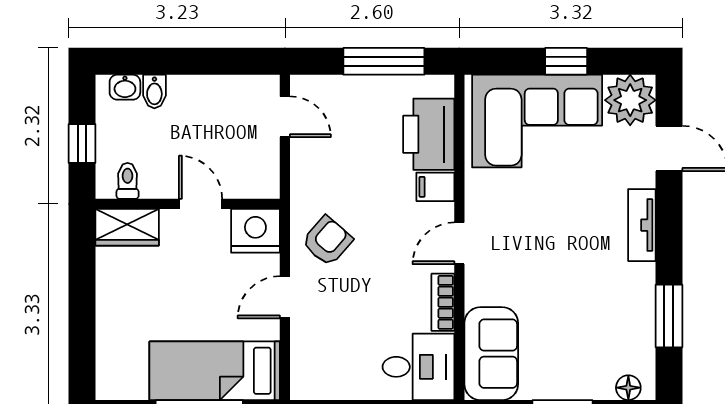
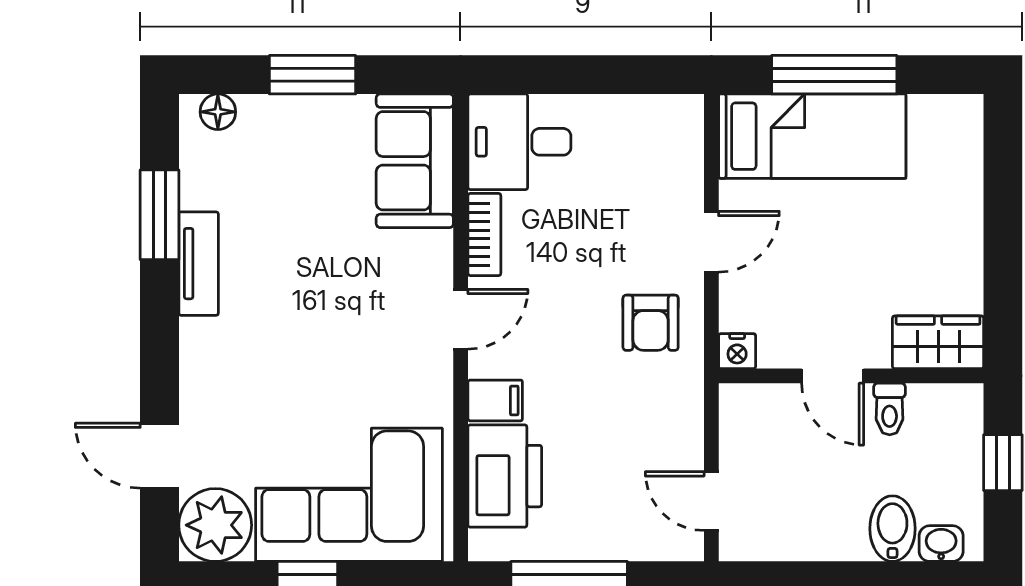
bidet: (154, 92) -> (892, 529), width x1.38, depth x1.36
toilet: (128, 181) -> (890, 409), moved
tv unit: (642, 225) -> (199, 264), moved
nightstand: (255, 231) -> (737, 351), width x0.53, depth x0.56
armchair: (327, 241) -> (651, 323), turned -41

